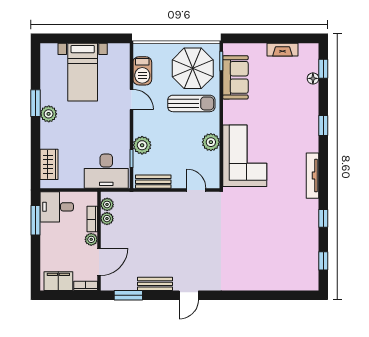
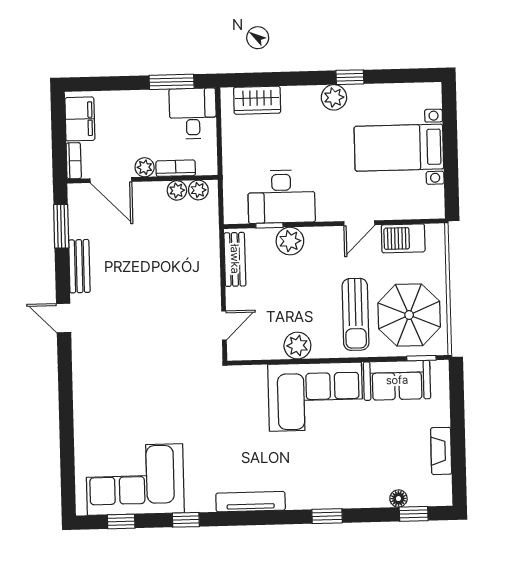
window: (36, 103) -> (350, 77), width x0.67
corner sofa: (245, 156) -> (315, 397), moved
desk: (106, 171) -> (281, 197), moved, turned -90
corner sofa: (296, 251) -> (135, 479), added

